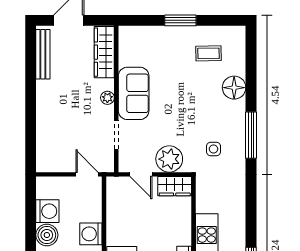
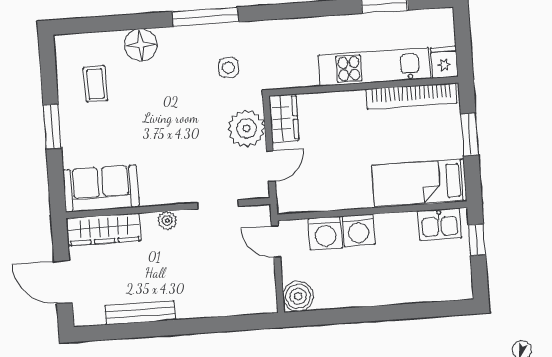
bench: (43, 54) -> (140, 313), moved
sofa: (134, 93) -> (101, 188), moved
door: (87, 174) -> (276, 242), hinge flipped
washing machine: (47, 211) -> (325, 233), moved, turned 180
boiler: (47, 235) -> (298, 296), moved

